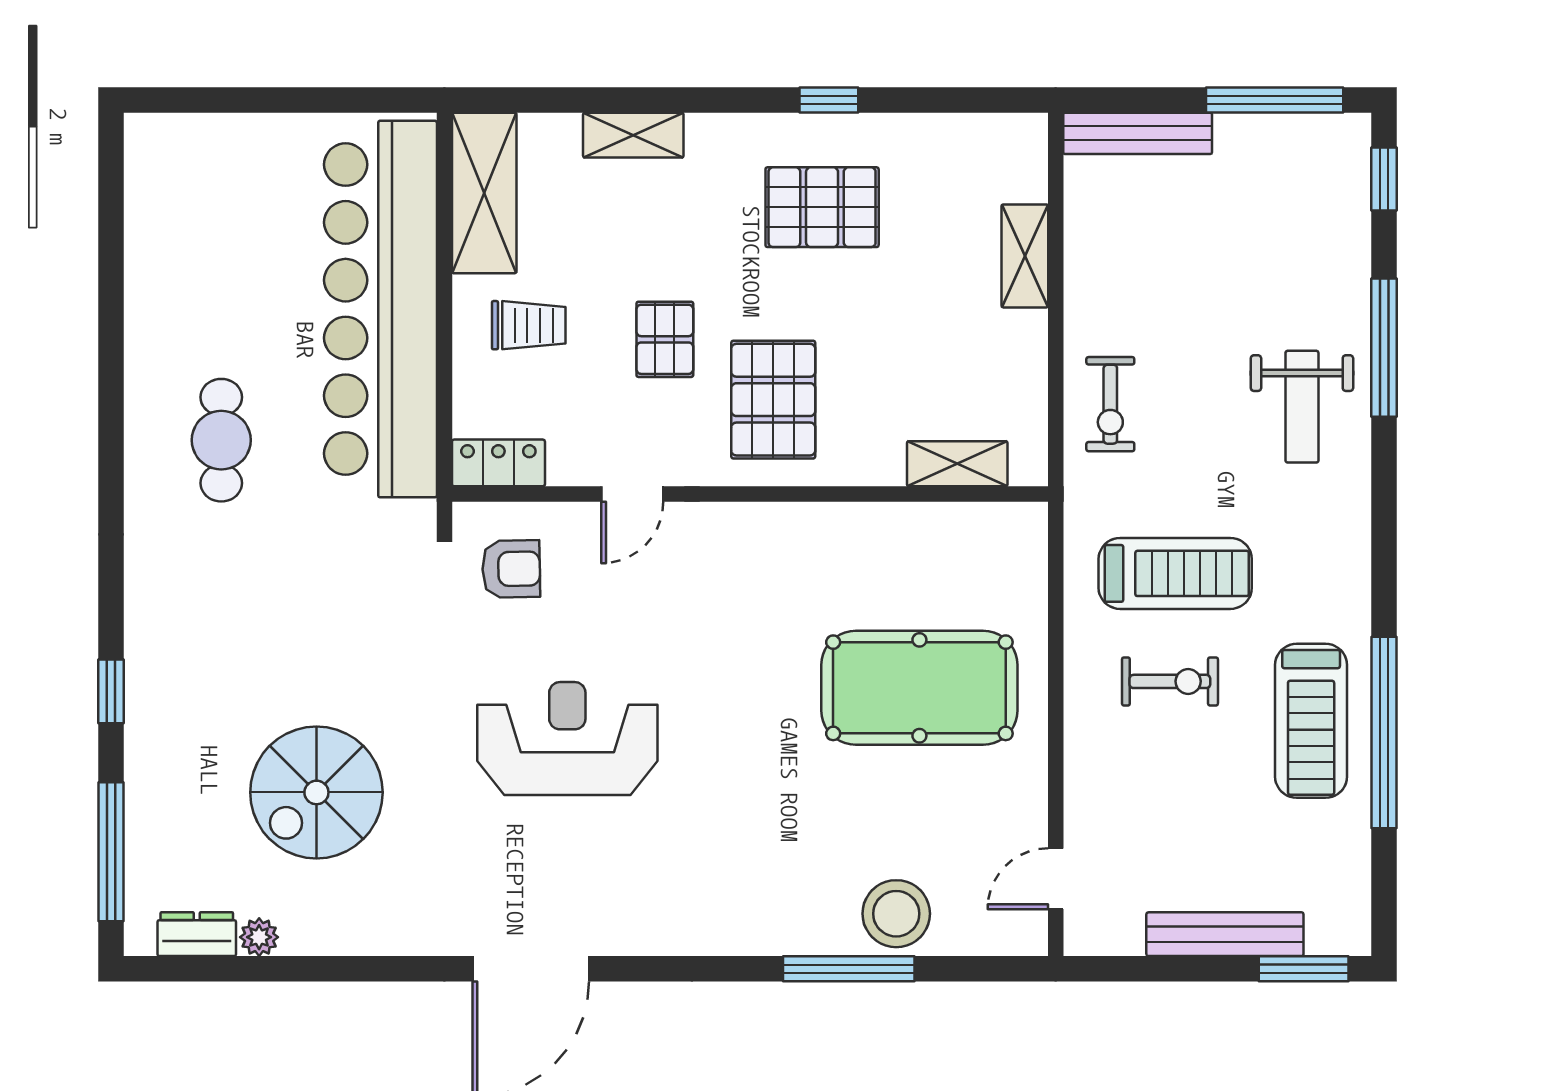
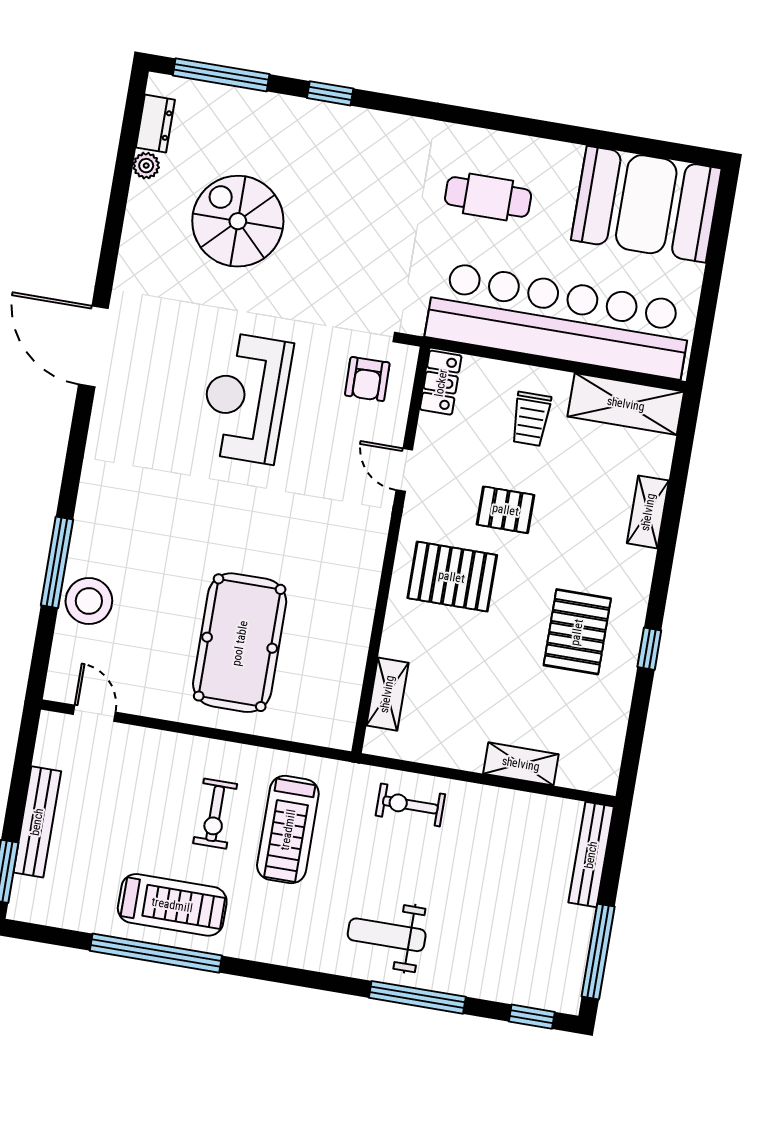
booth: (193, 212) -> (646, 204), added
treadmill: (1311, 721) -> (172, 905), turned 180
reception desk: (567, 739) -> (246, 398), turned 180

